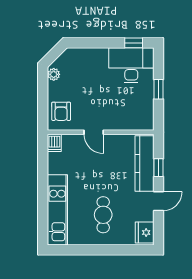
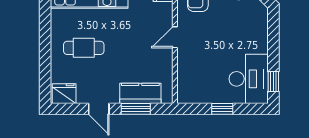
kitchen counter: (144, 163) -> (140, 93), width x0.67
window: (158, 168) -> (136, 109), width x1.50

